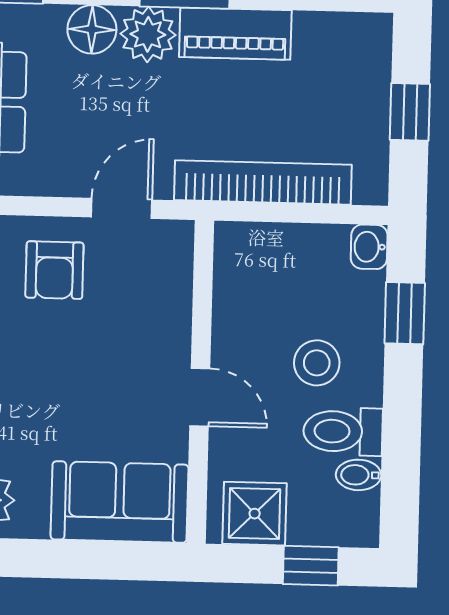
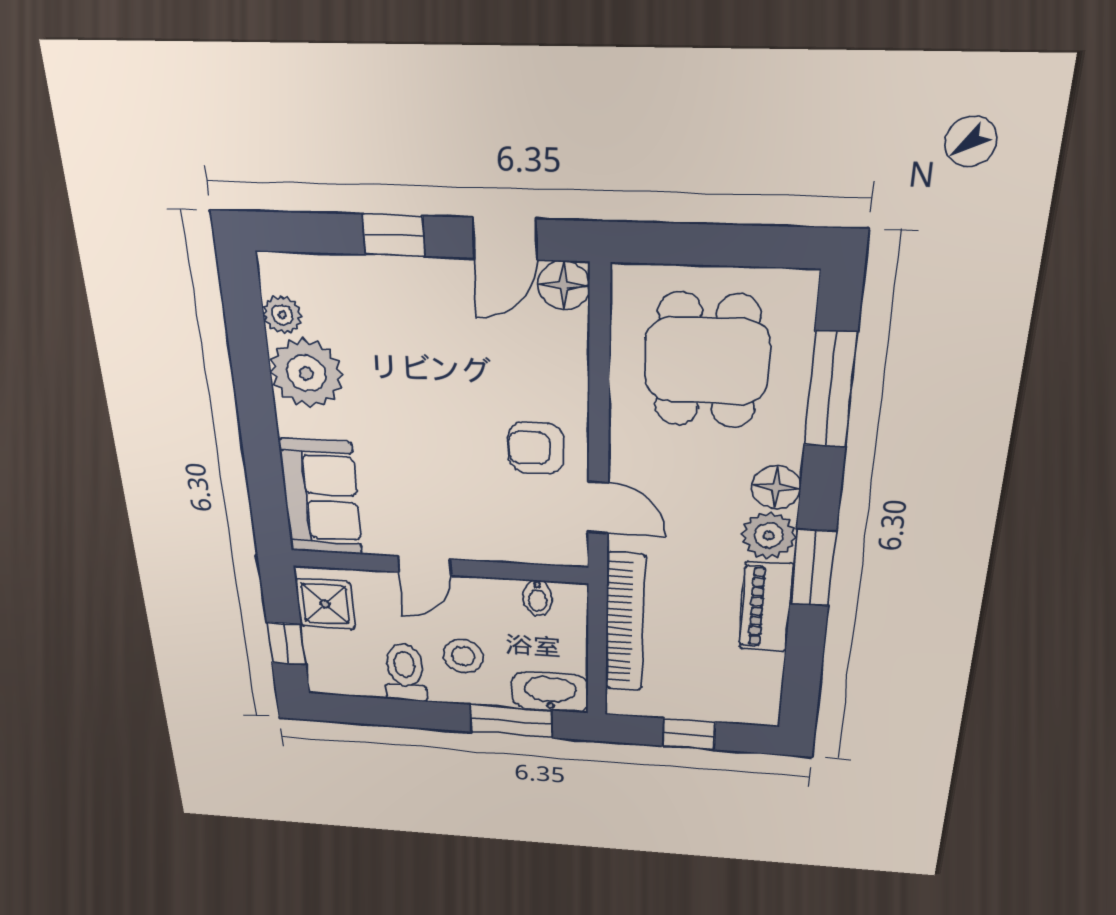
washbasin: (369, 247) -> (550, 692), width x1.91, depth x1.45
window: (405, 313) -> (511, 721), width x1.50
bidet: (359, 475) -> (538, 598), moved, turned 180

